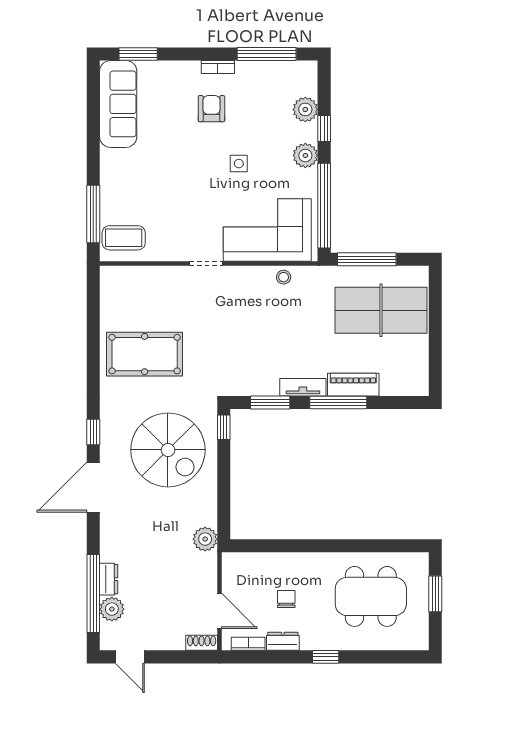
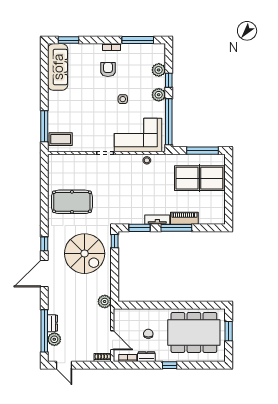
window: (367, 259) -> (202, 151), moved
dining table: (371, 596) -> (194, 332), width x1.36, depth x1.24

